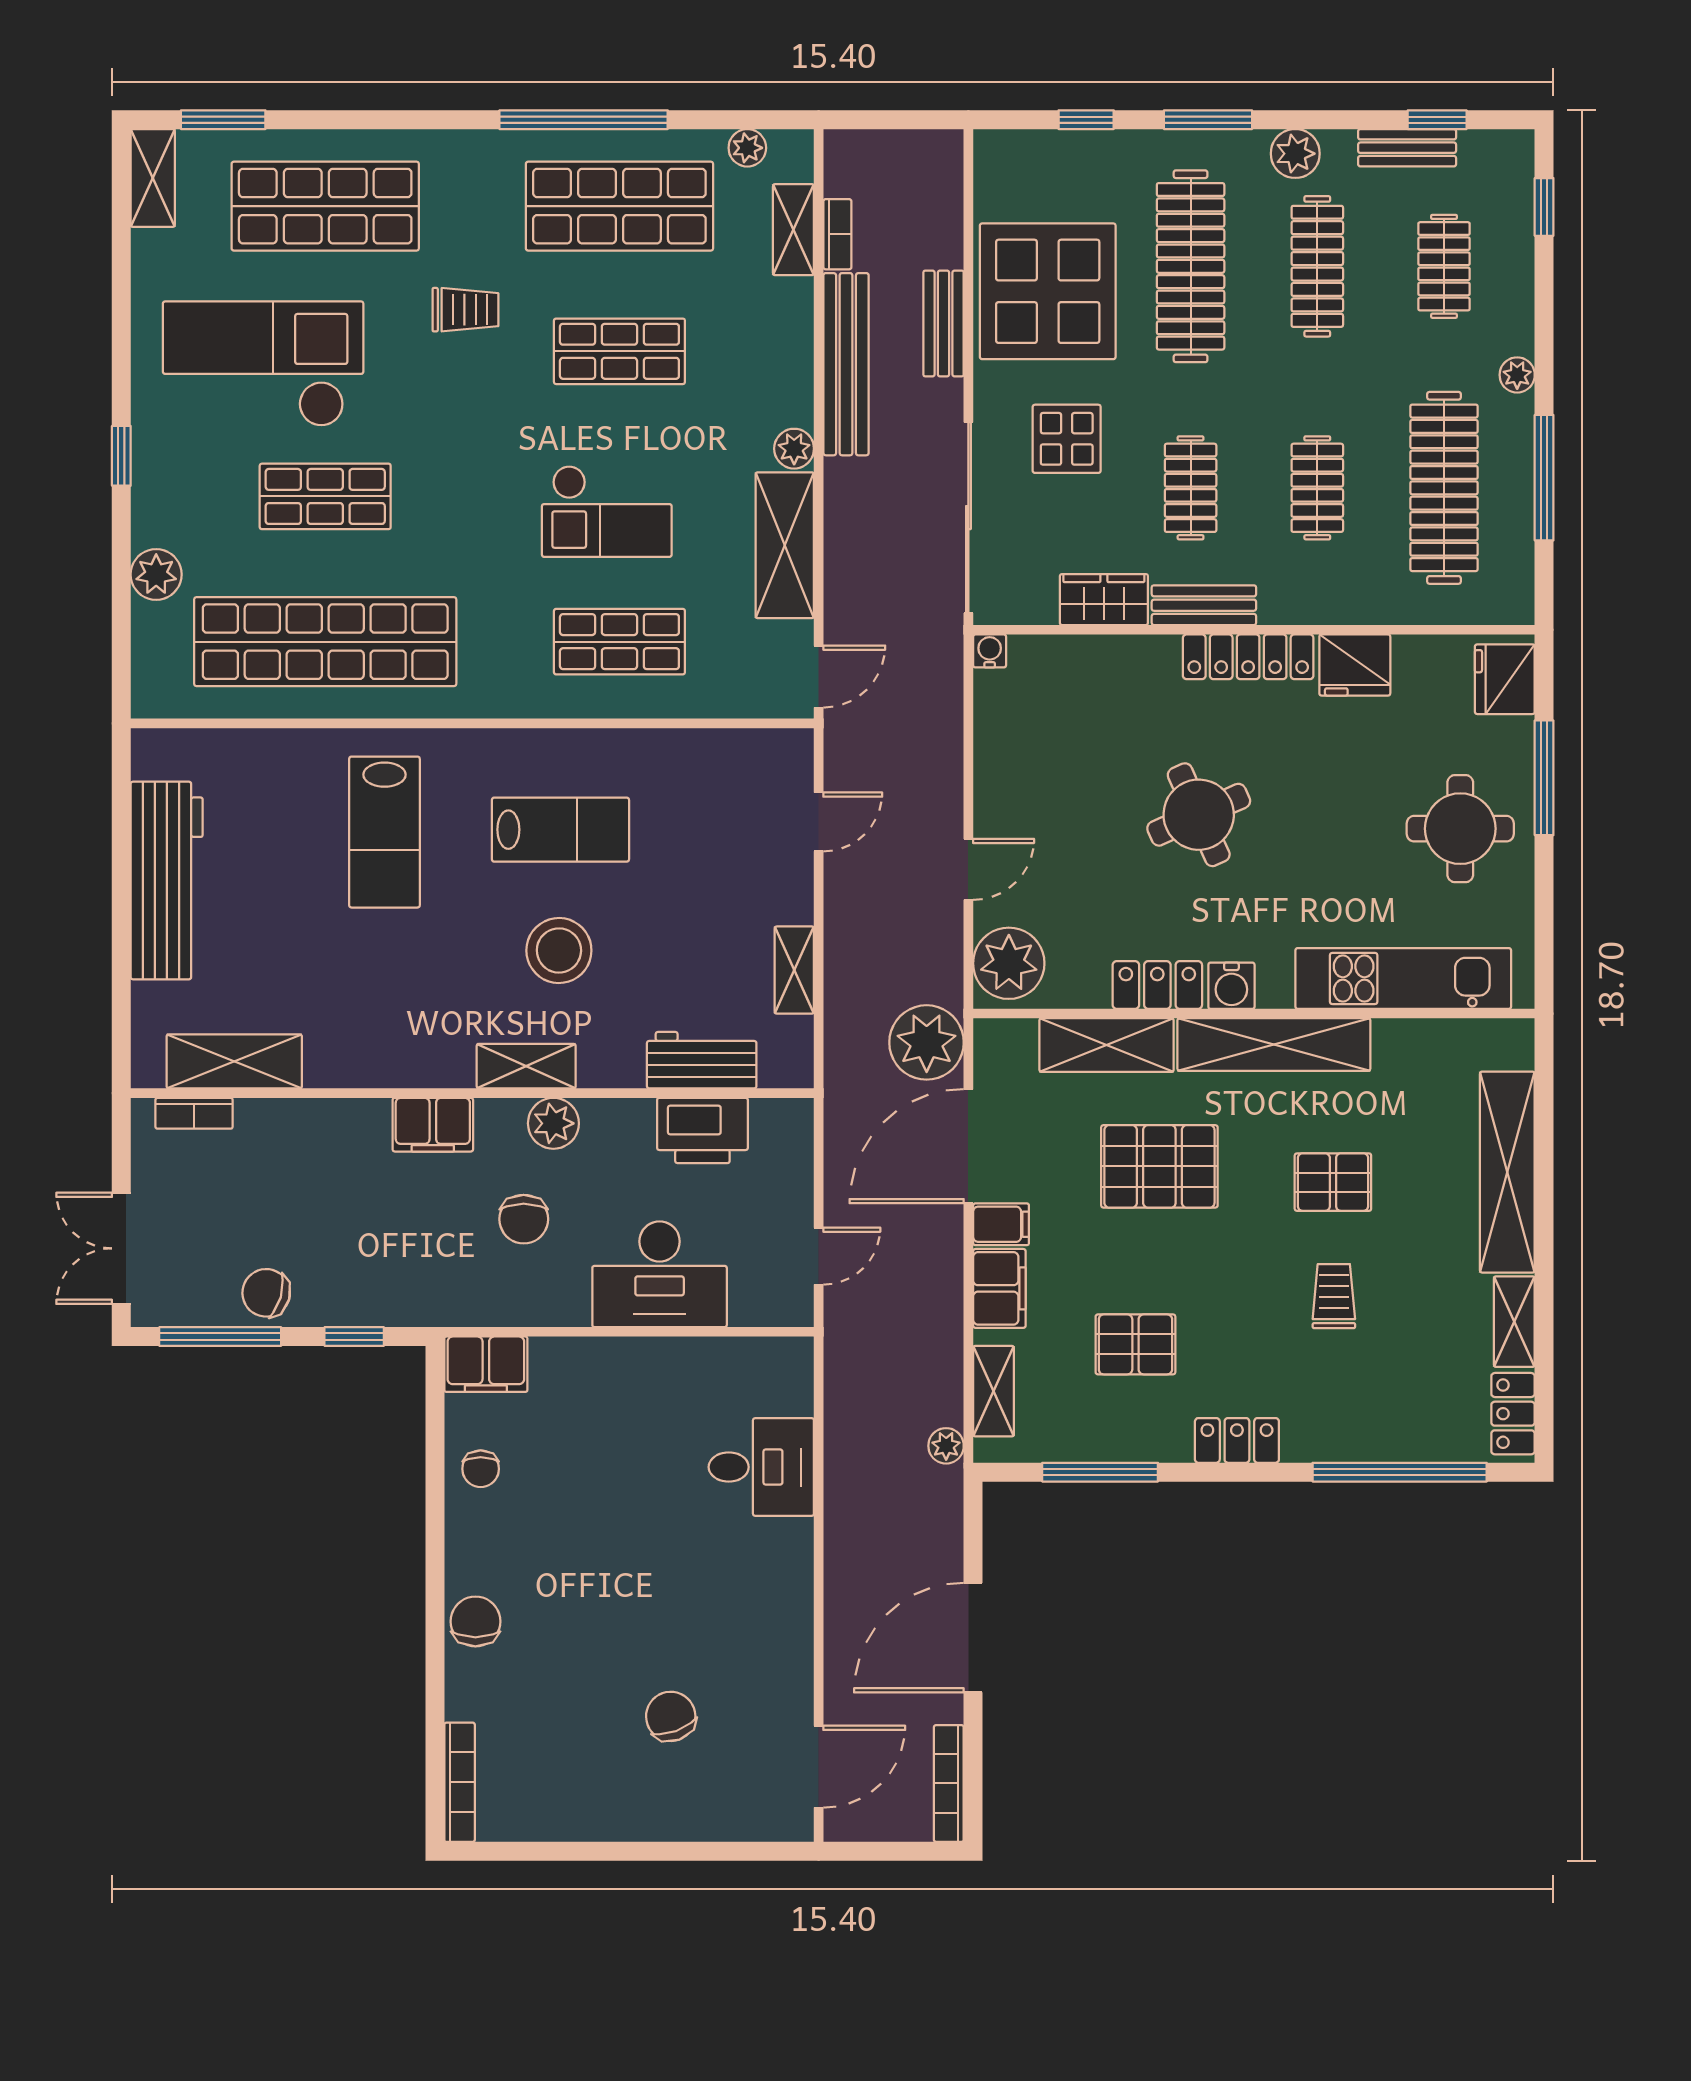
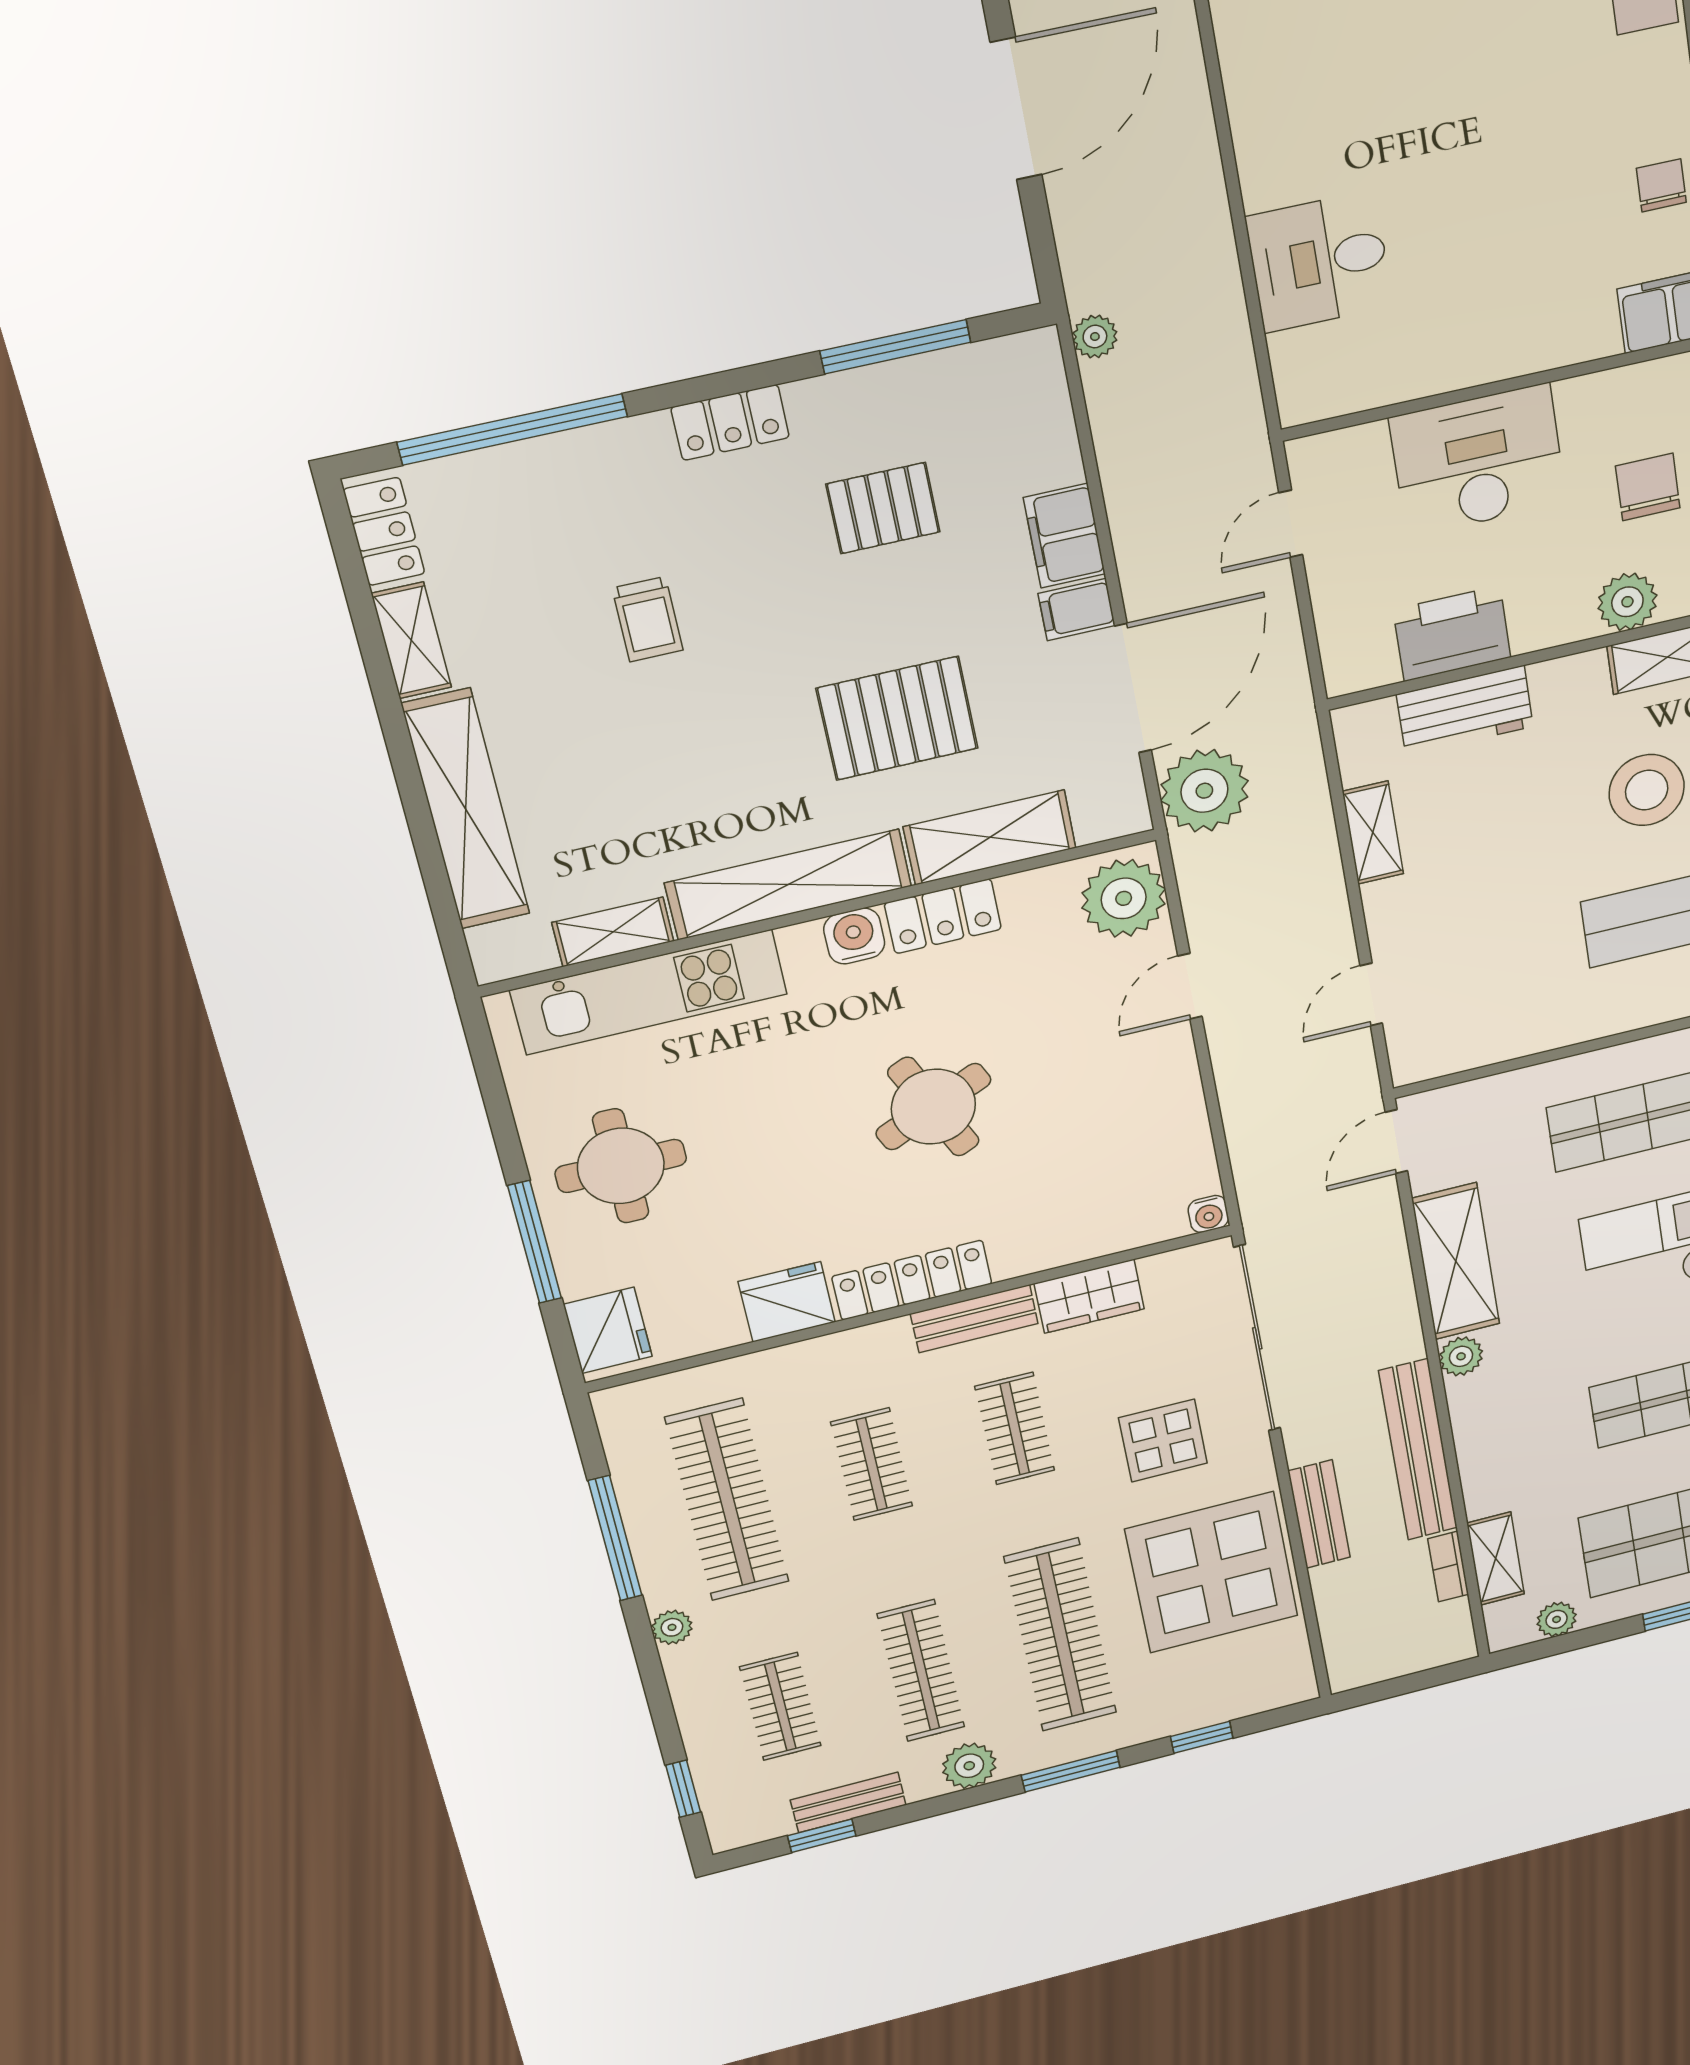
pallet: (1333, 1182) -> (680, 749), removed
shelving: (994, 1391) -> (613, 932), moved, turned 90

